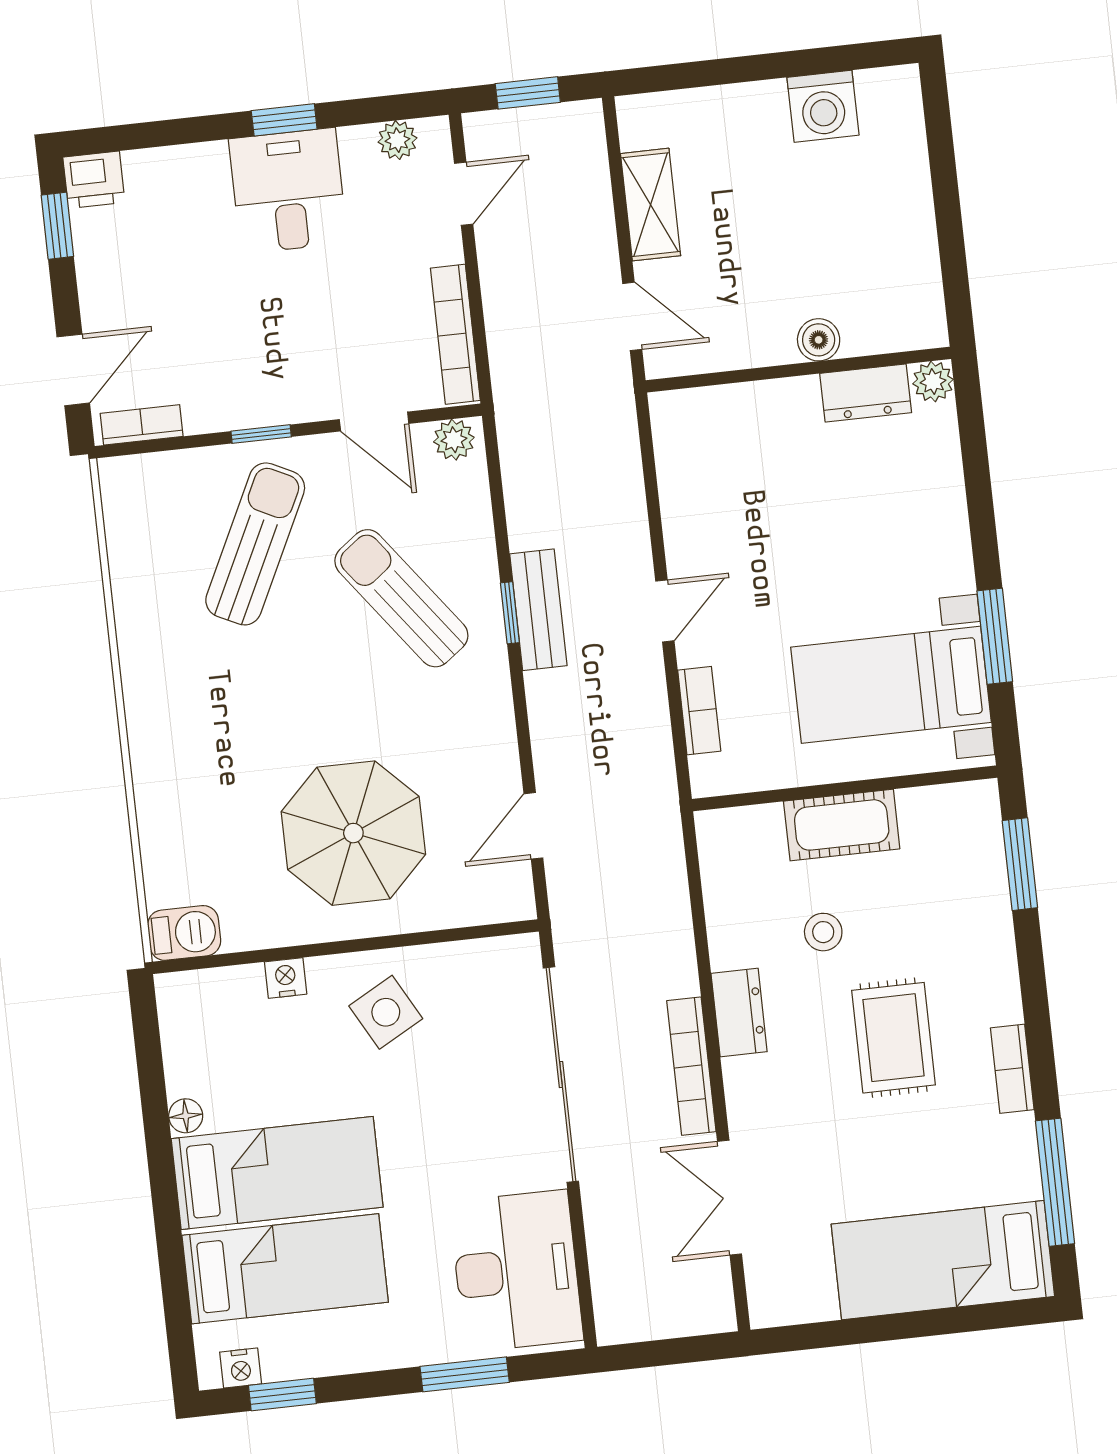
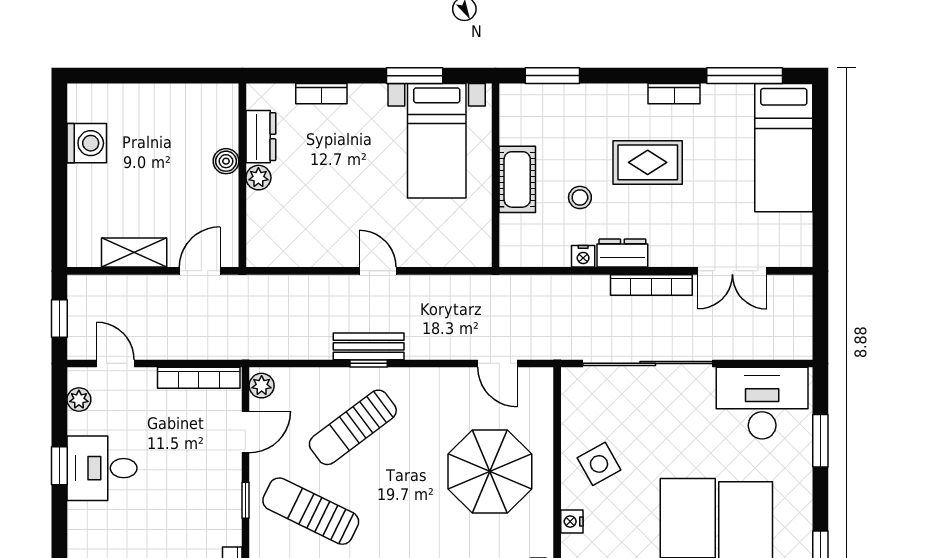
plant: (933, 382) -> (258, 178), moved
bookcase: (699, 711) -> (321, 94), moved, turned 180
nightstand: (727, 948) -> (583, 256), added

